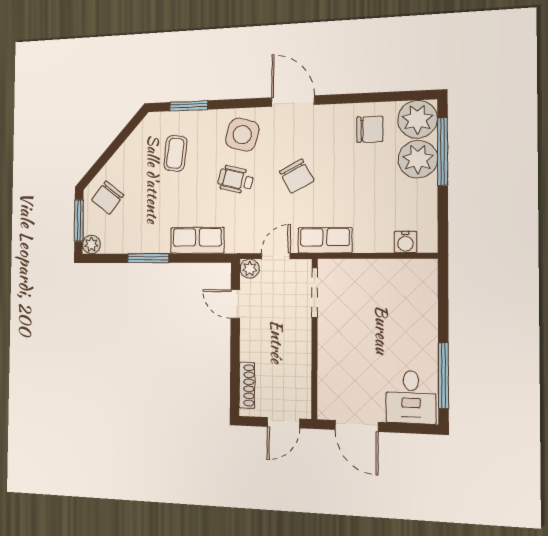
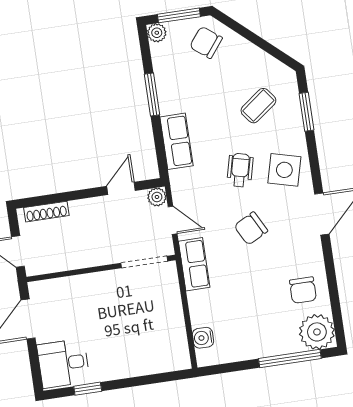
coffee table: (175, 153) -> (258, 106), turned -43
plant: (418, 159) -> (280, 338), removed
window: (443, 376) -> (88, 389), width x0.46

